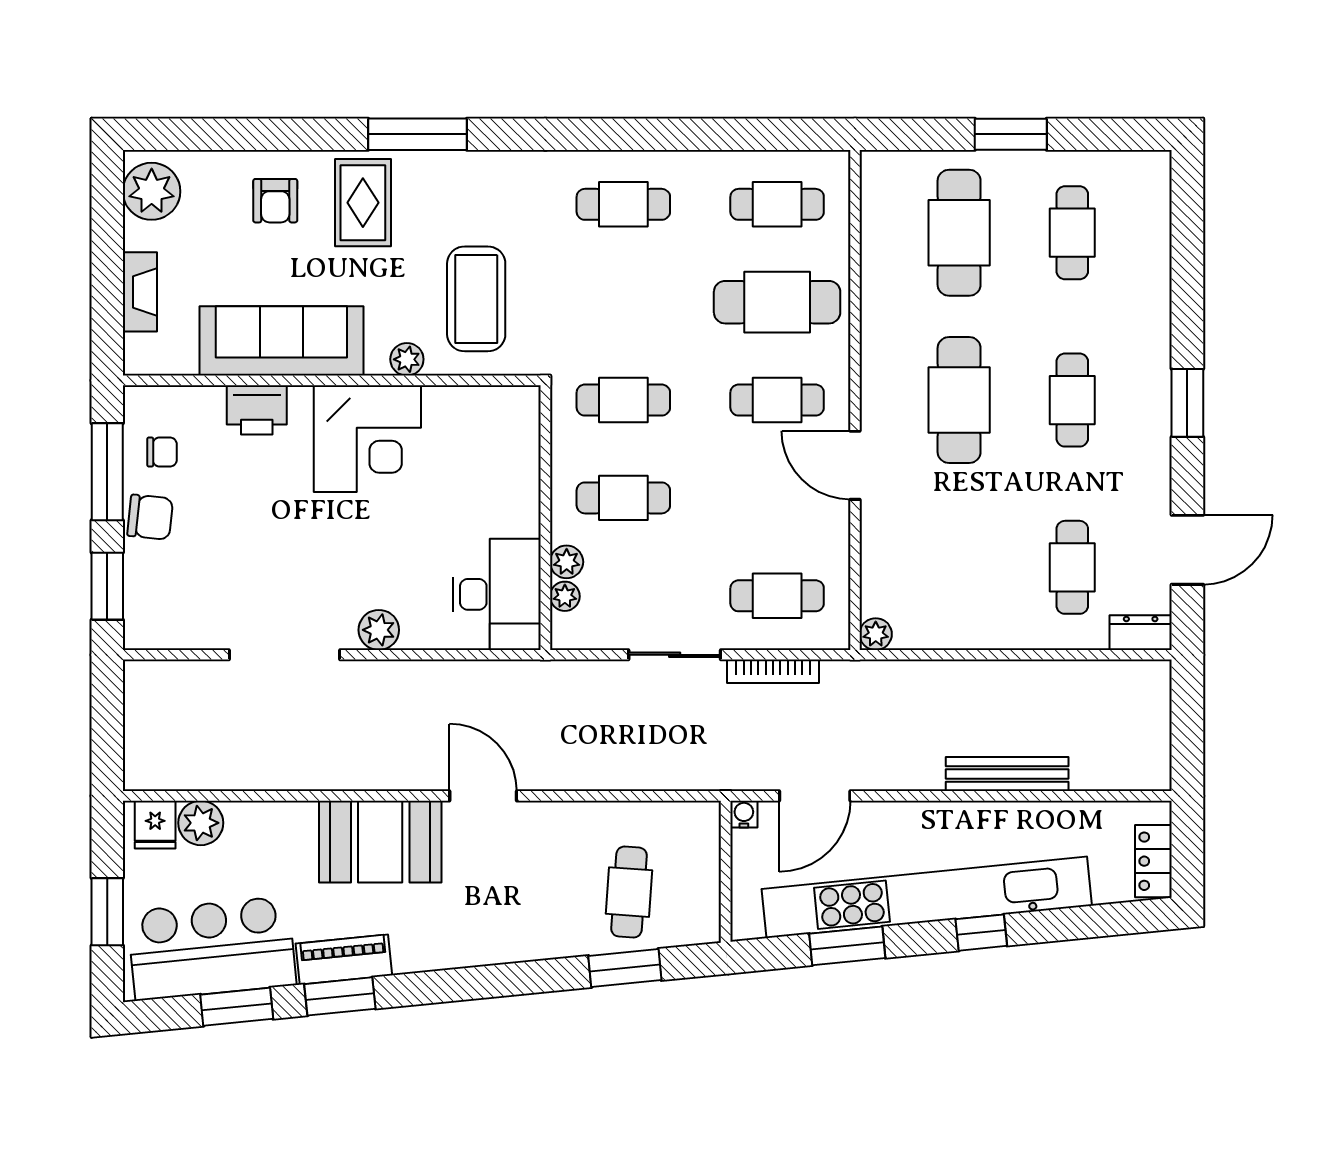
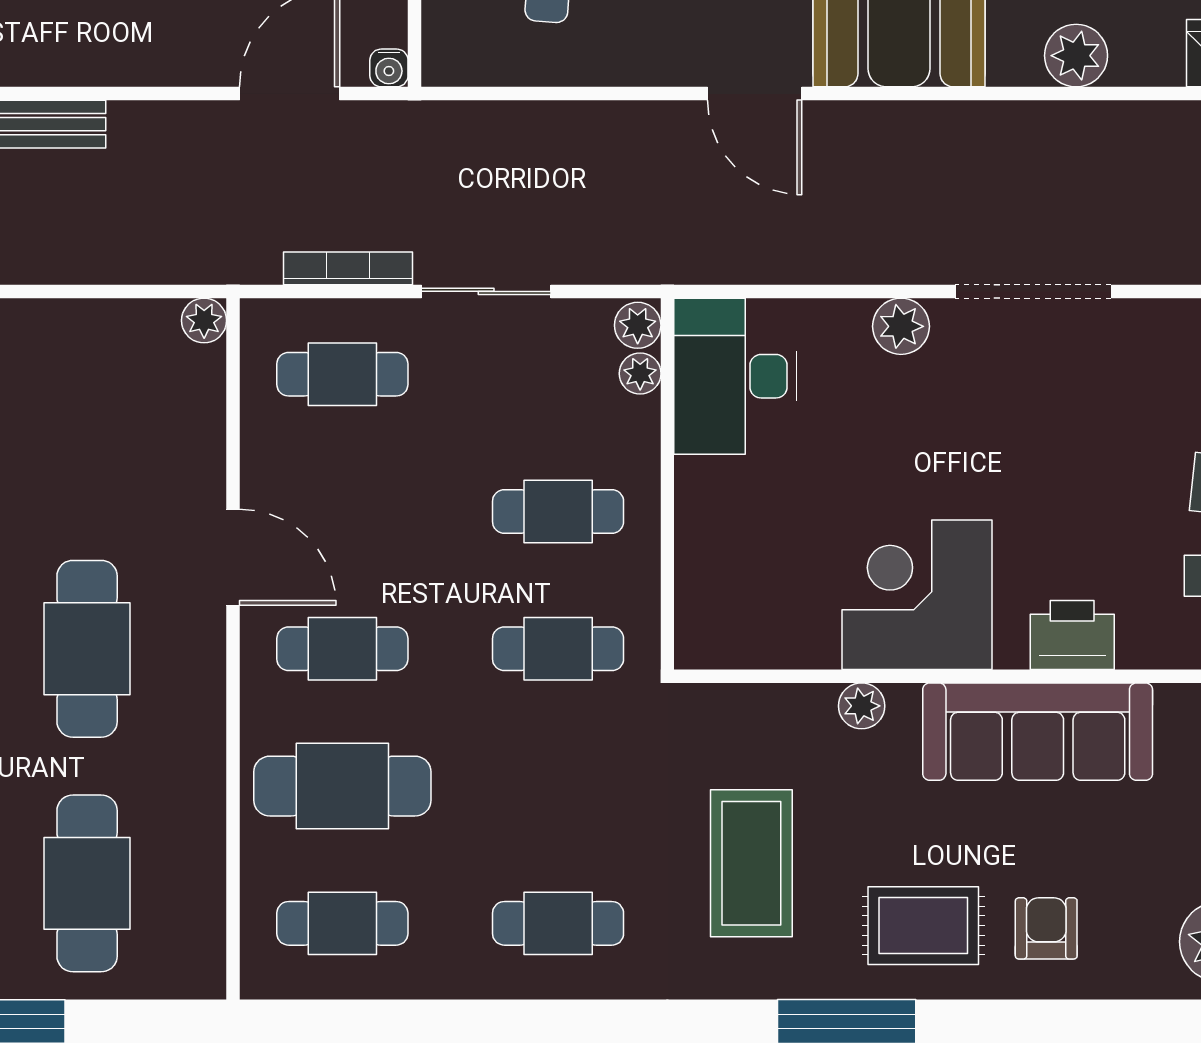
rug: (363, 203) -> (923, 926), turned 90
coffee table: (476, 299) -> (751, 863), moved
plant: (567, 562) -> (638, 325), moved
plant: (201, 823) -> (1076, 56), moved

